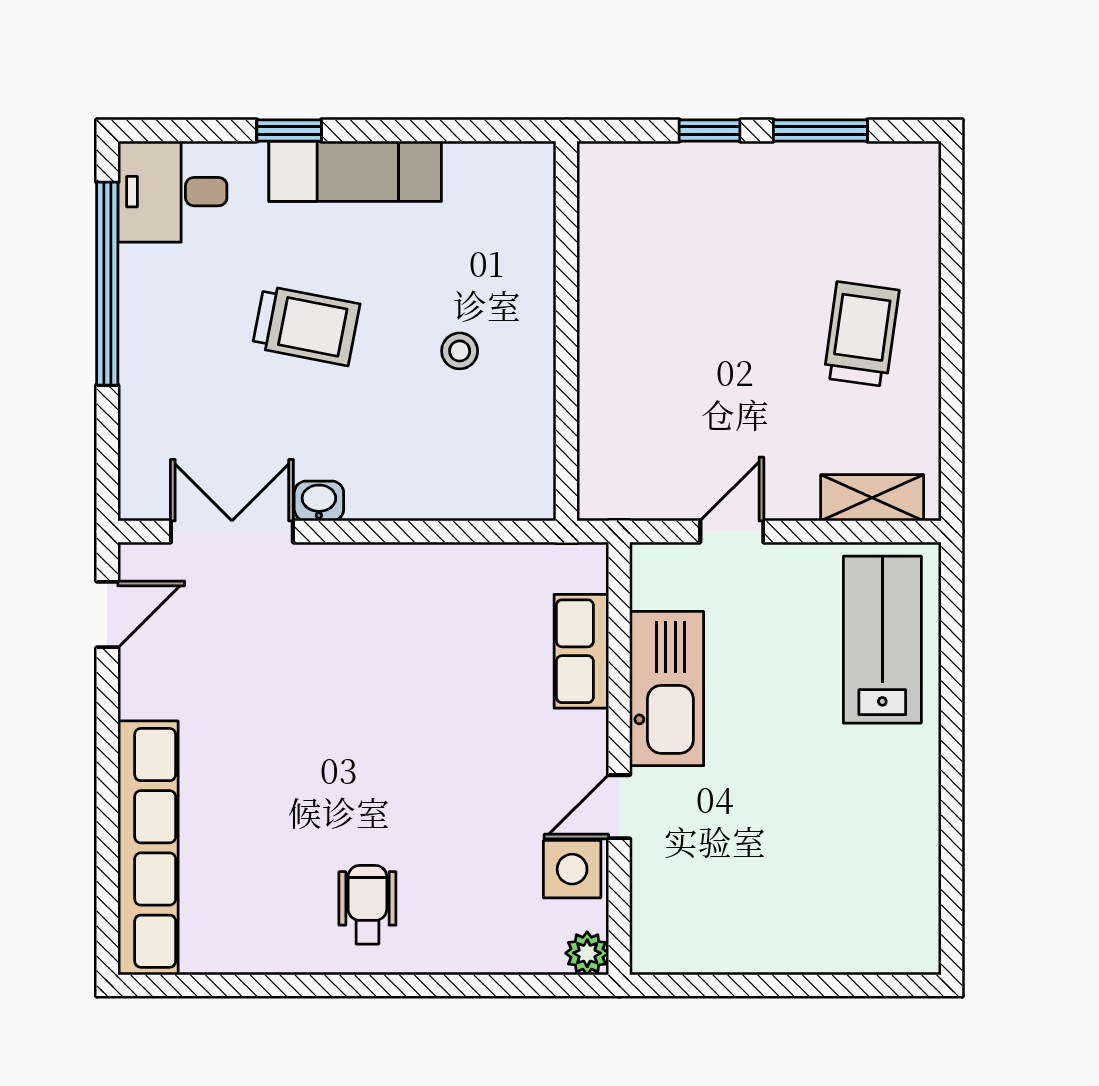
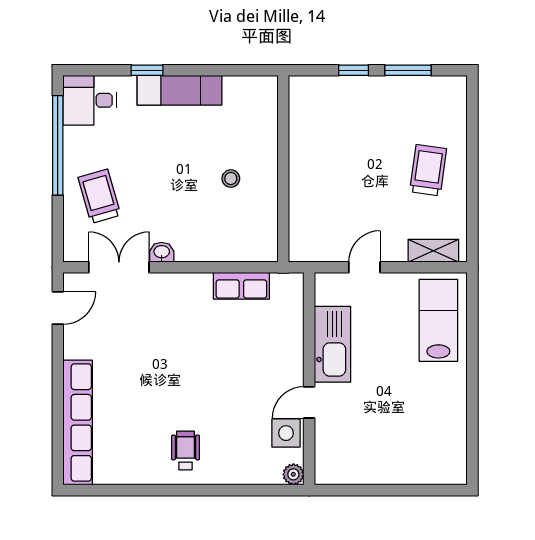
trolley: (306, 326) -> (99, 196), moved, turned -117
row of seats: (581, 651) -> (241, 286), moved, turned -90

